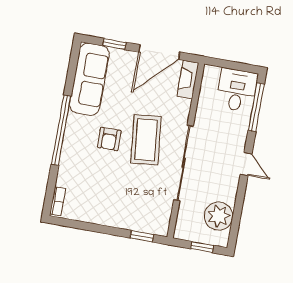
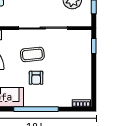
armchair: (109, 139) -> (36, 78), turned 90
coffee table: (146, 140) -> (32, 54), width x0.73, depth x0.76

